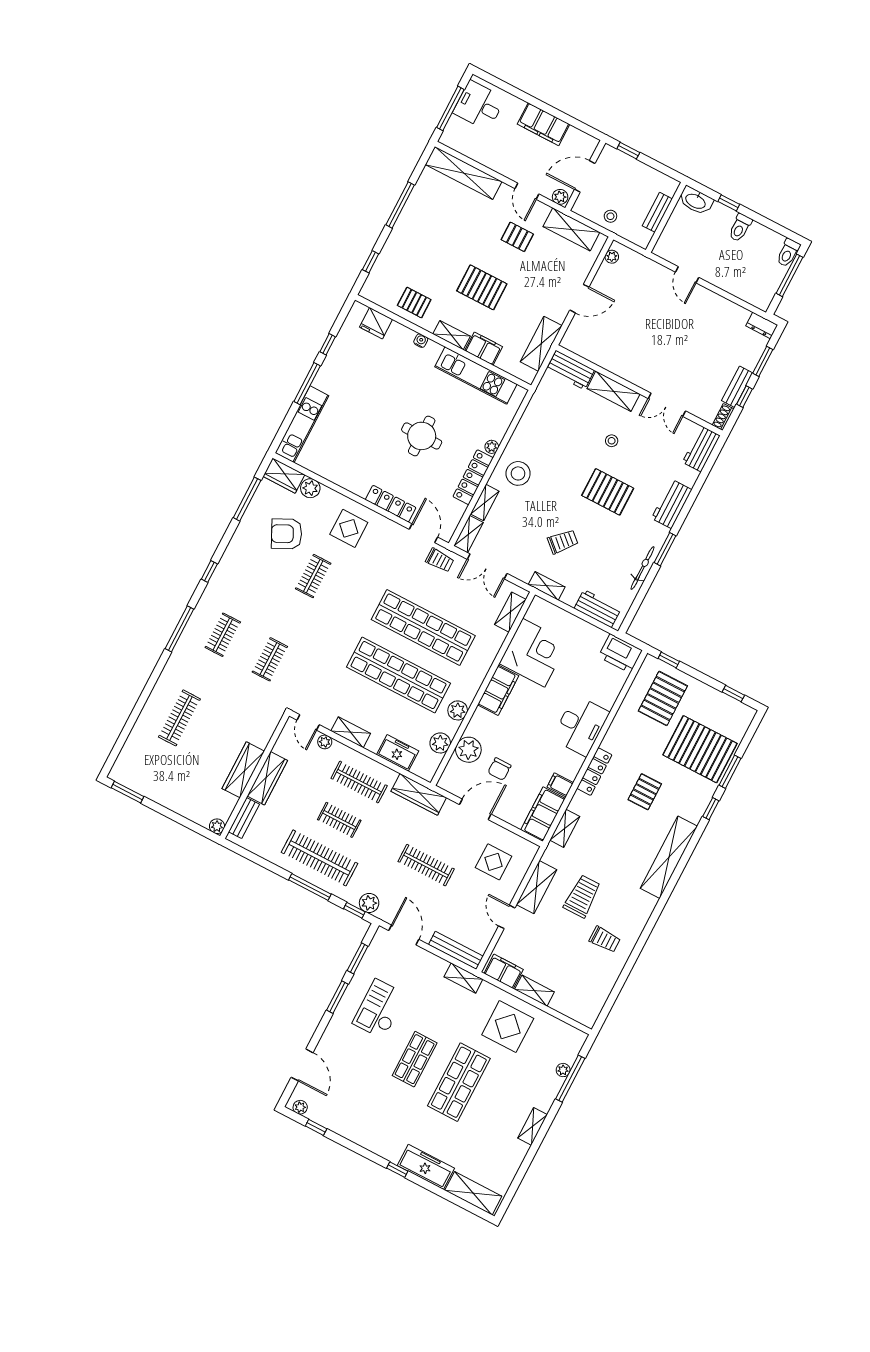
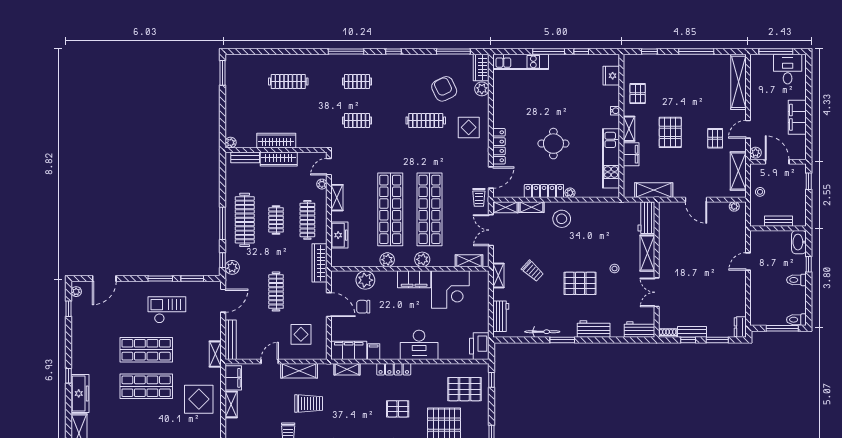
pallet: (608, 492) -> (580, 283), turned 90
clothes rail: (313, 576) -> (426, 120), width x1.36
plant: (440, 743) -> (422, 259), moved
shop shelf: (415, 1059) -> (146, 350), width x1.43, depth x1.36

